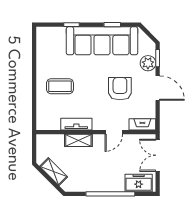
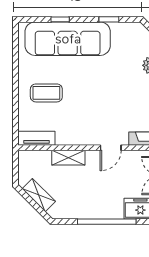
sofa: (102, 41) -> (68, 39), moved
armchair: (120, 89) -> (118, 96), removed
tv unit: (76, 124) -> (36, 138), moved

